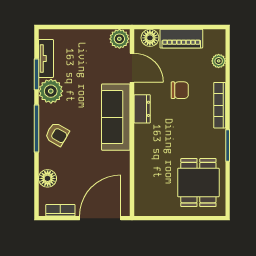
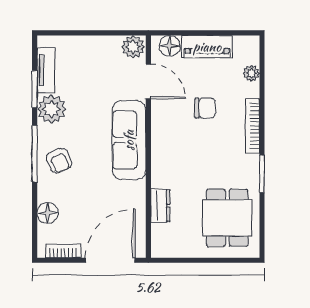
dresser: (142, 109) -> (160, 206), moved
armchair: (57, 134) -> (59, 161), turned 37

